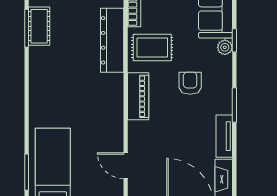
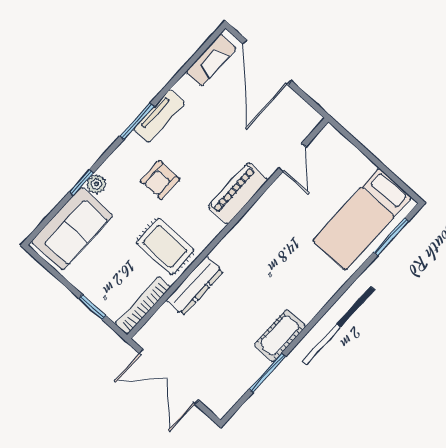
cot: (39, 26) -> (280, 336), moved
dresser: (112, 40) -> (195, 286), width x0.73, depth x0.80
piano: (138, 96) -> (238, 193), moved
tv unit: (224, 136) -> (159, 116), moved

